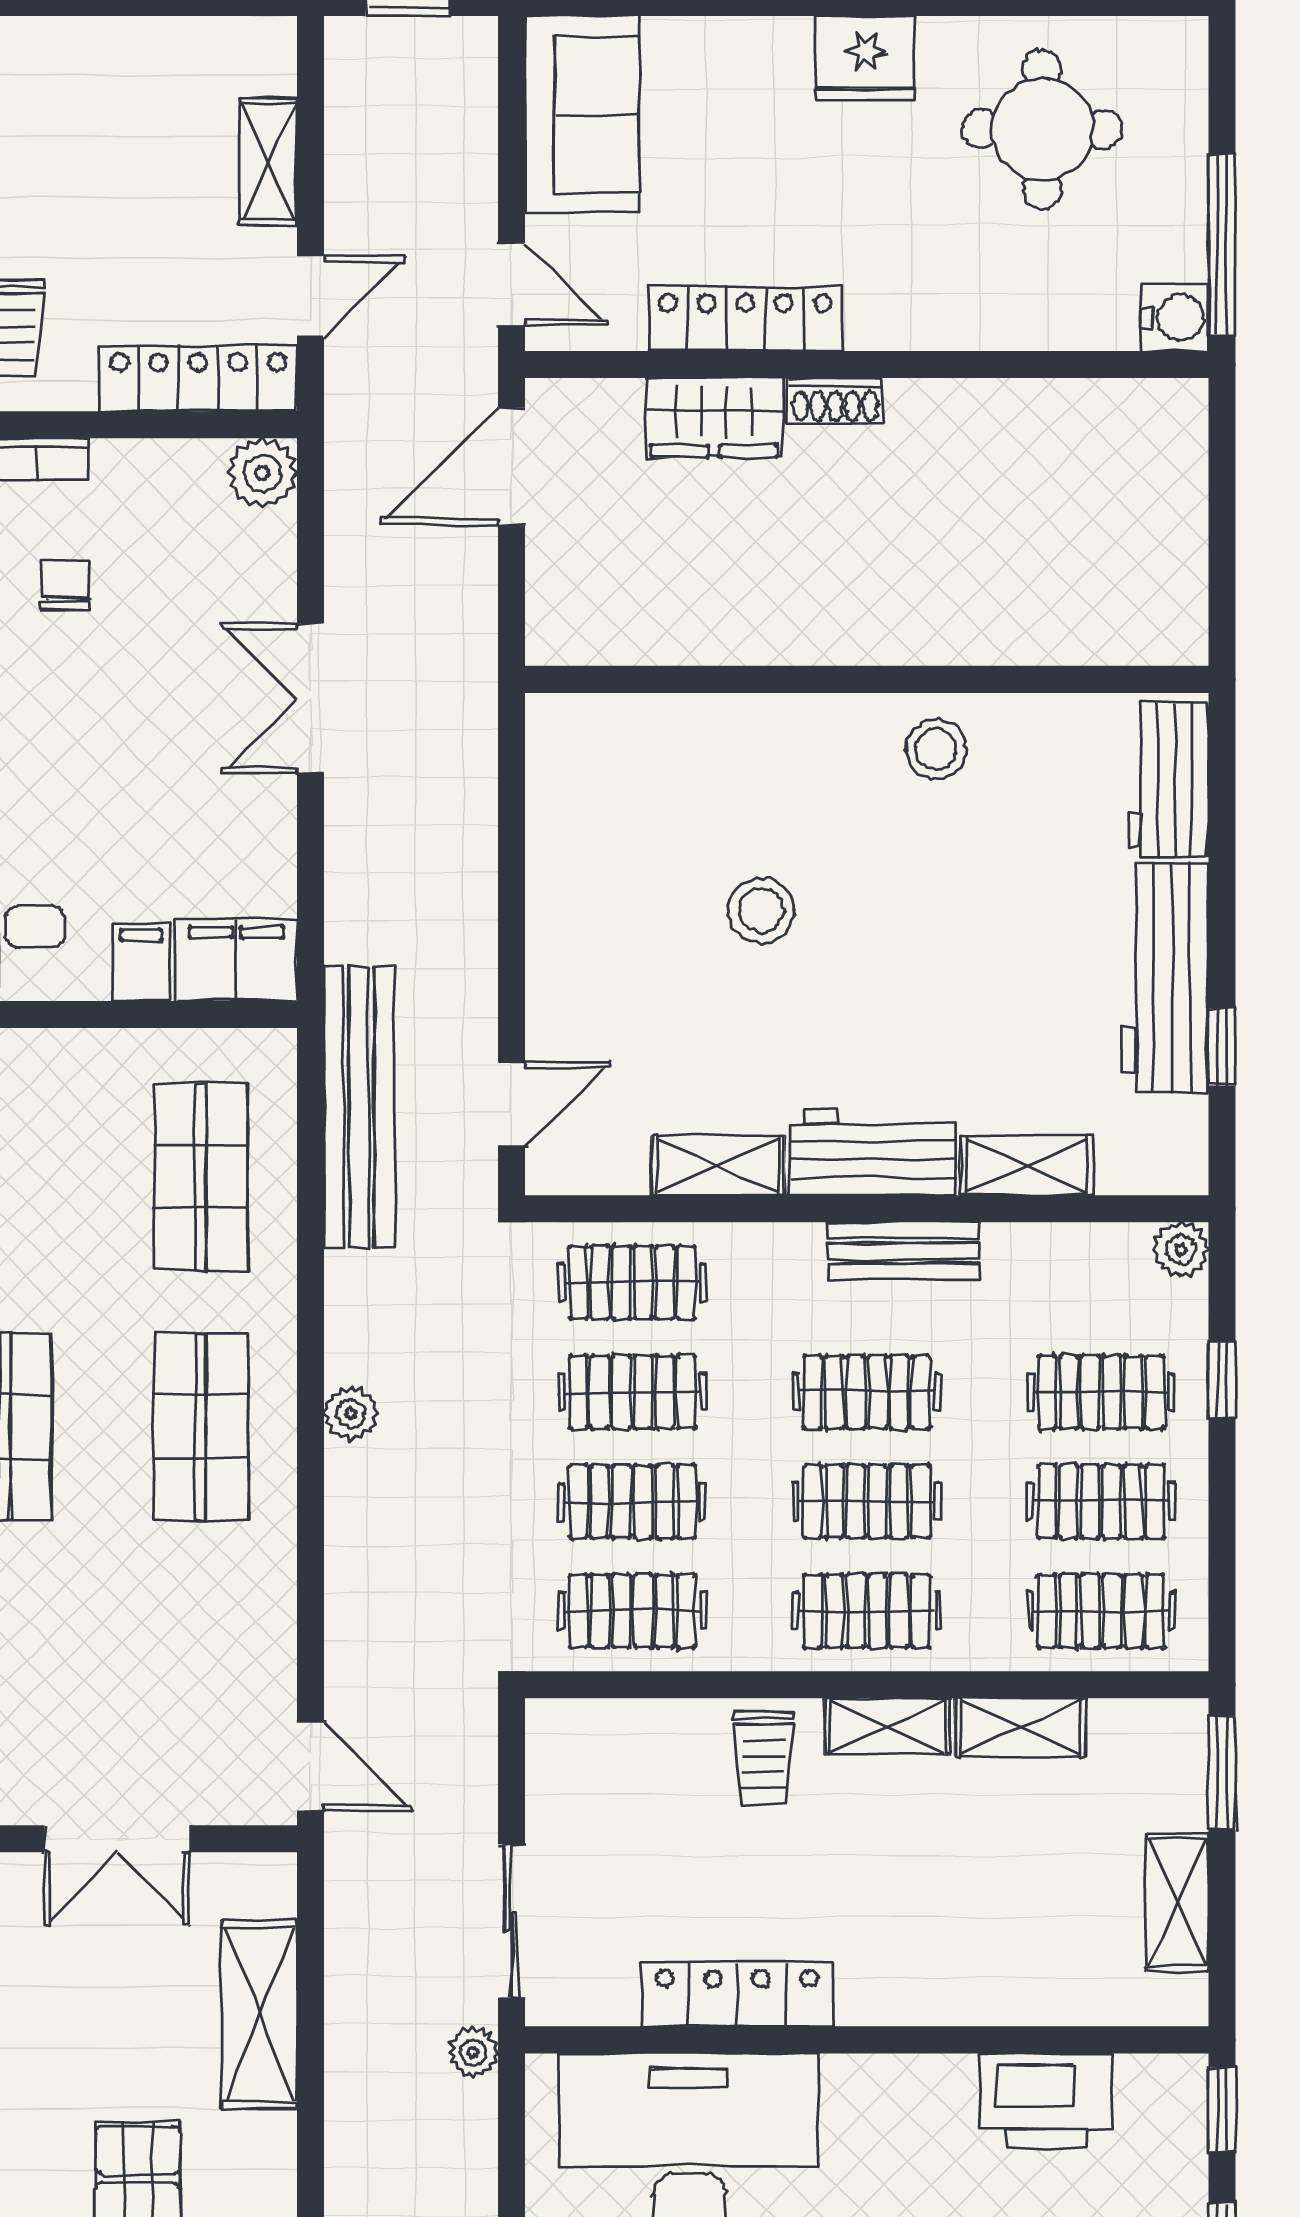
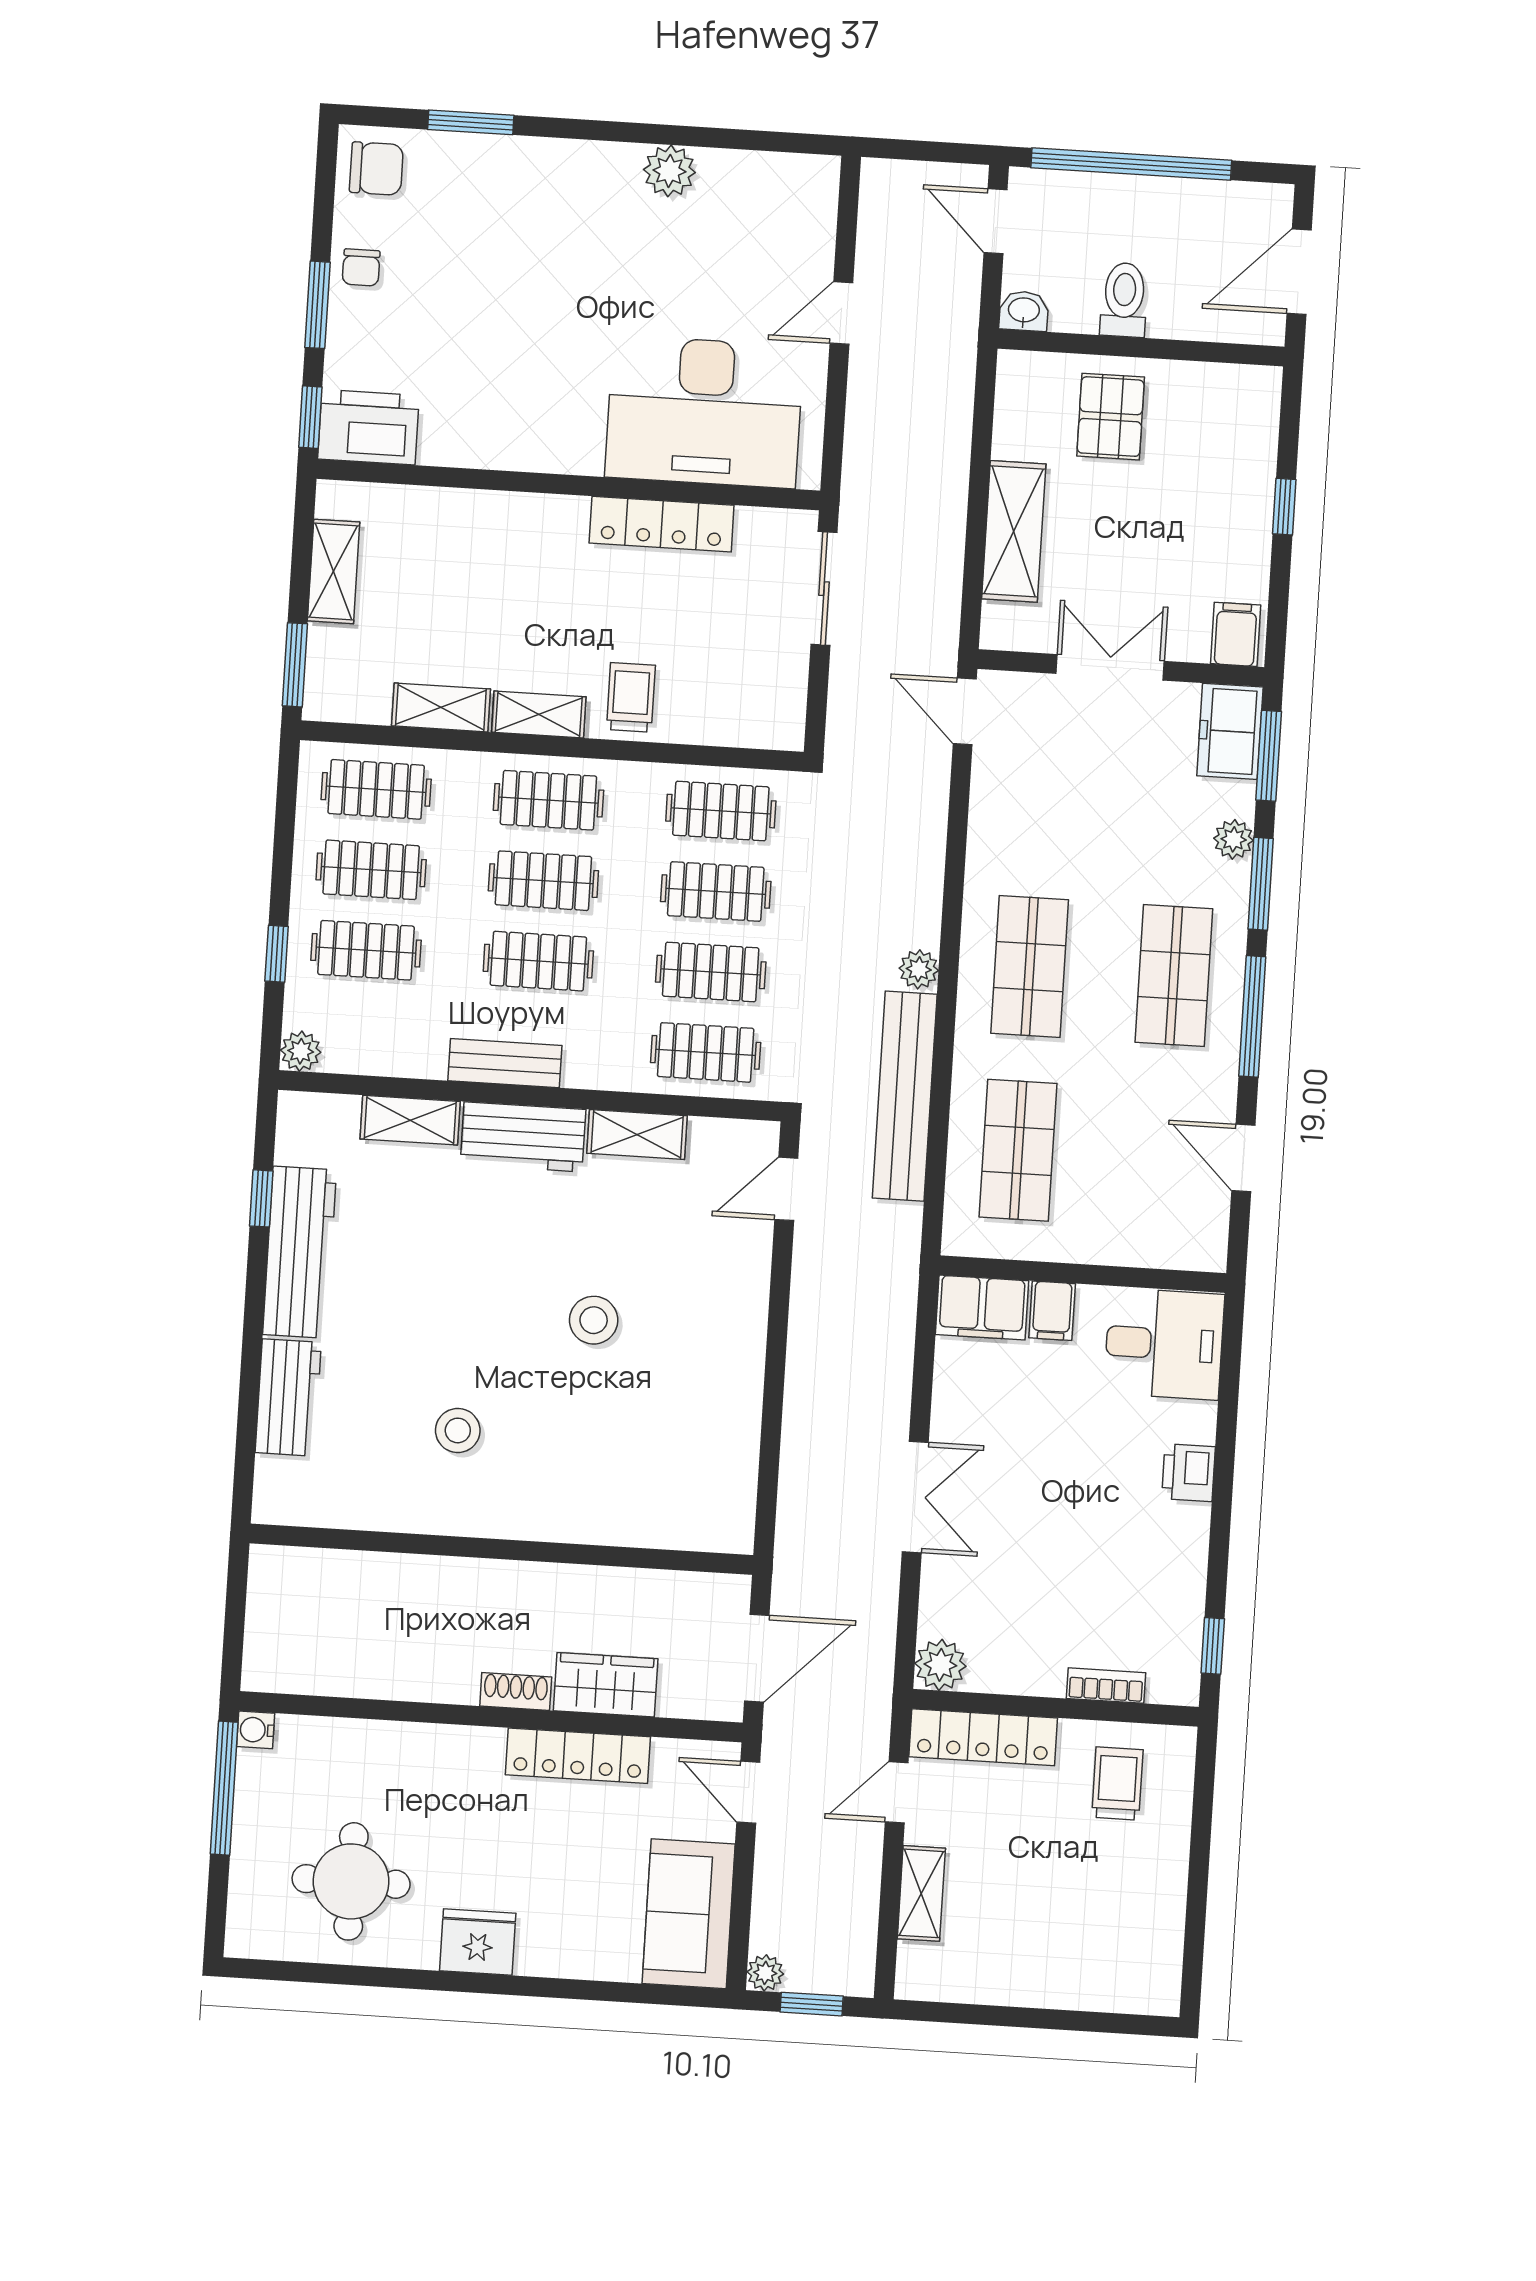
water cooler: (1175, 317) -> (256, 1730), width x0.72, depth x0.72
chair: (65, 585) -> (1090, 1592), removed
wall: (867, 679) -> (501, 1549), moved
bench: (359, 1107) -> (905, 1096), moved
plant: (473, 2052) -> (765, 1973), moved
printer: (1047, 2101) -> (368, 427), moved

